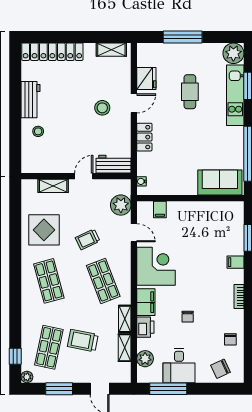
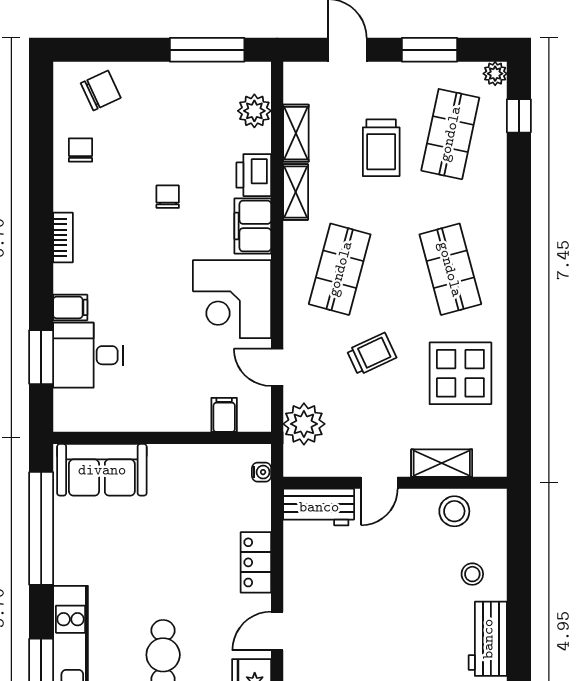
stool: (102, 108) -> (454, 511), moved
shop shelf: (103, 281) -> (340, 269), turned 36
trolley: (83, 341) -> (381, 148), turned 79
desk: (179, 366) -> (88, 355), moved, turned -90

